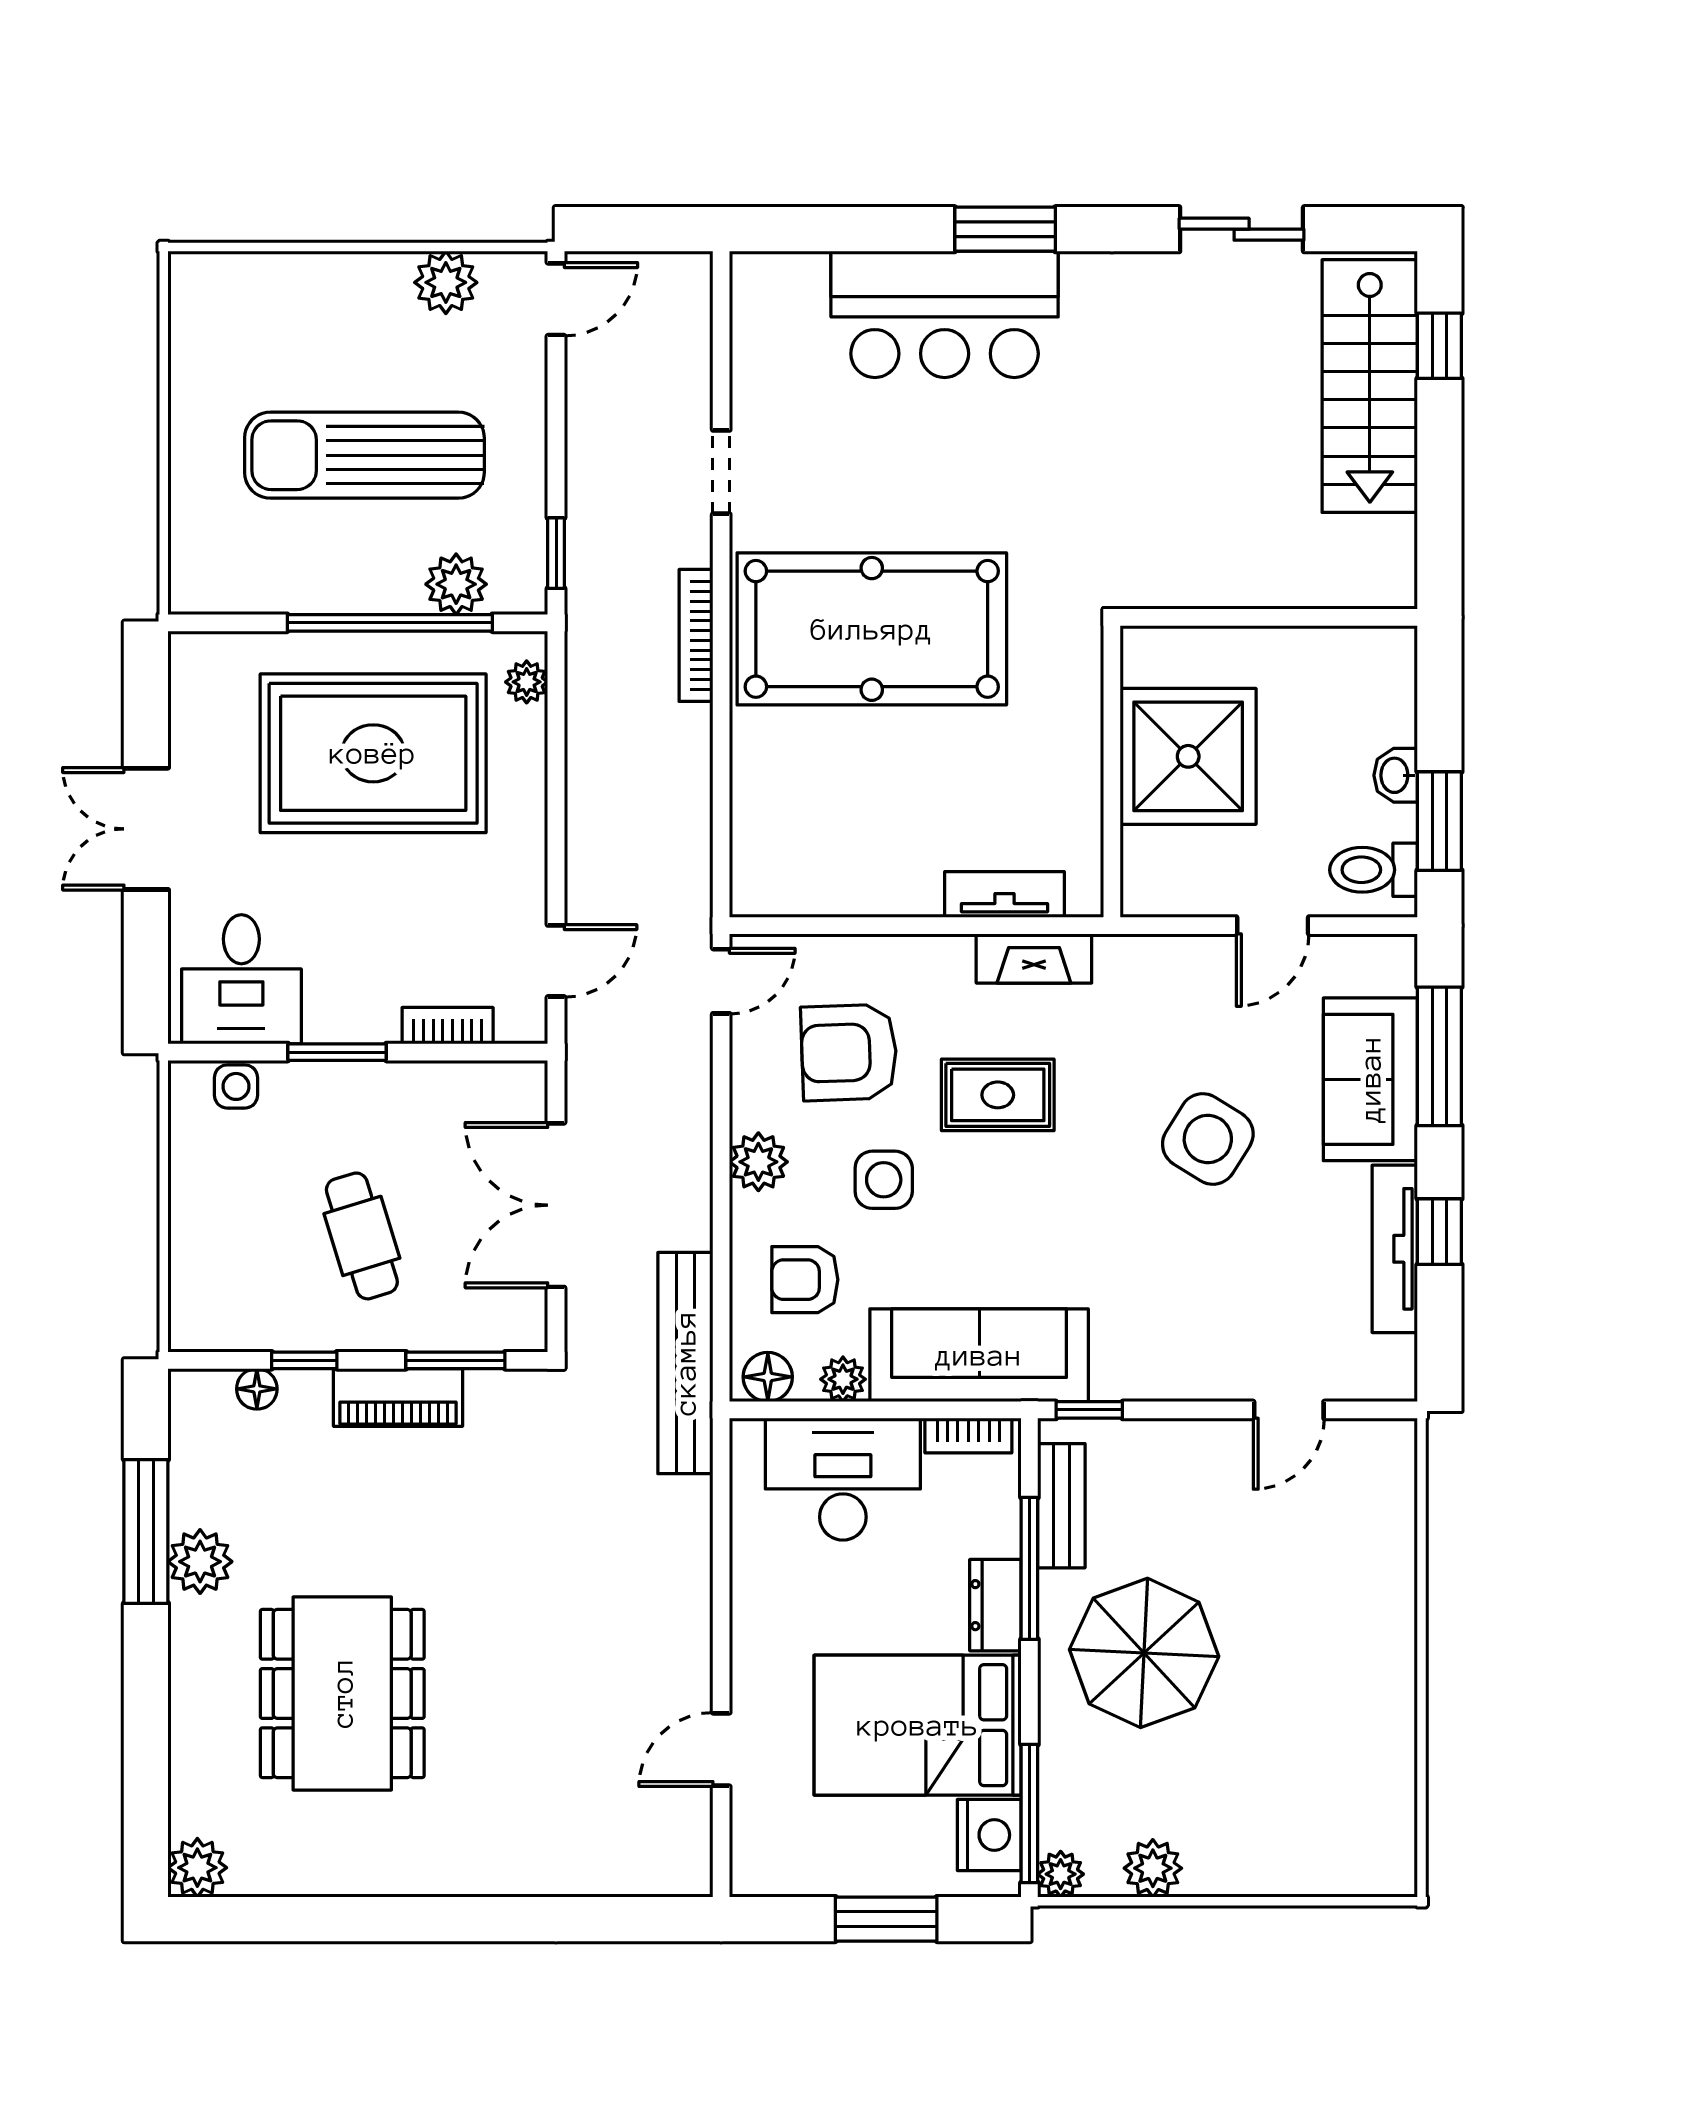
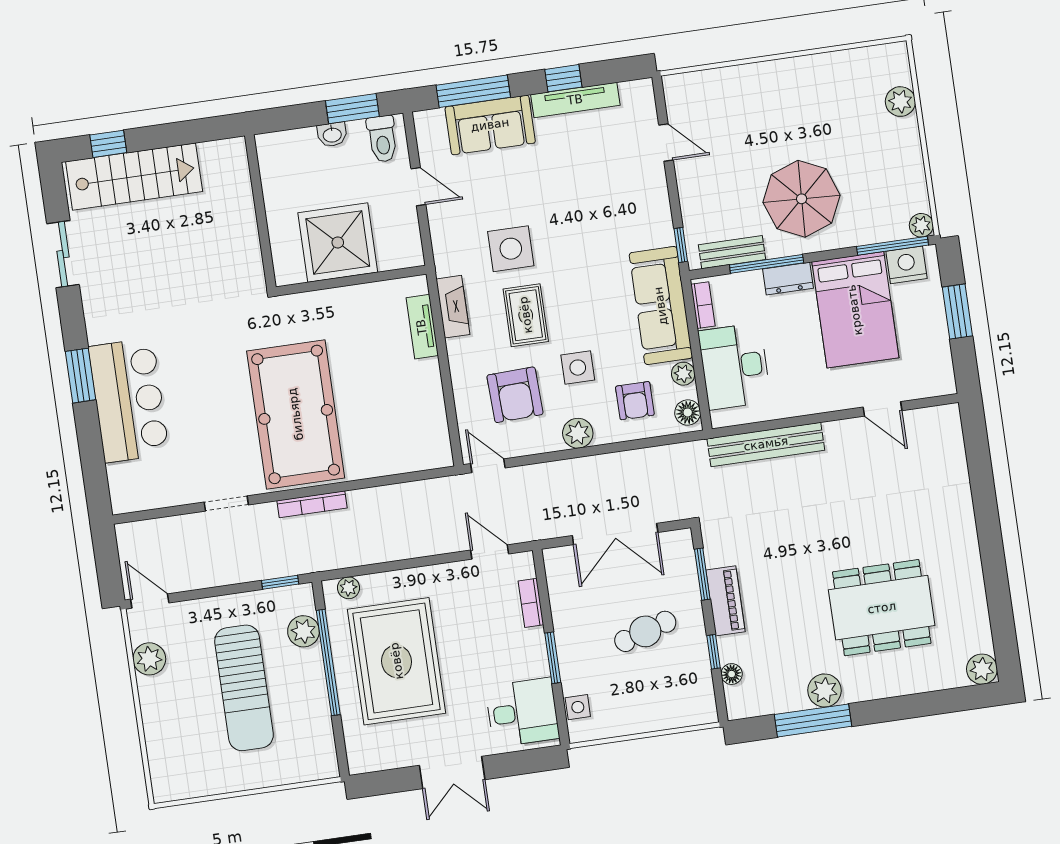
side table: (1208, 1139) -> (511, 249), moved, turned -32
bench: (685, 1363) -> (766, 444), moved
plant: (1153, 1868) -> (900, 102), moved

